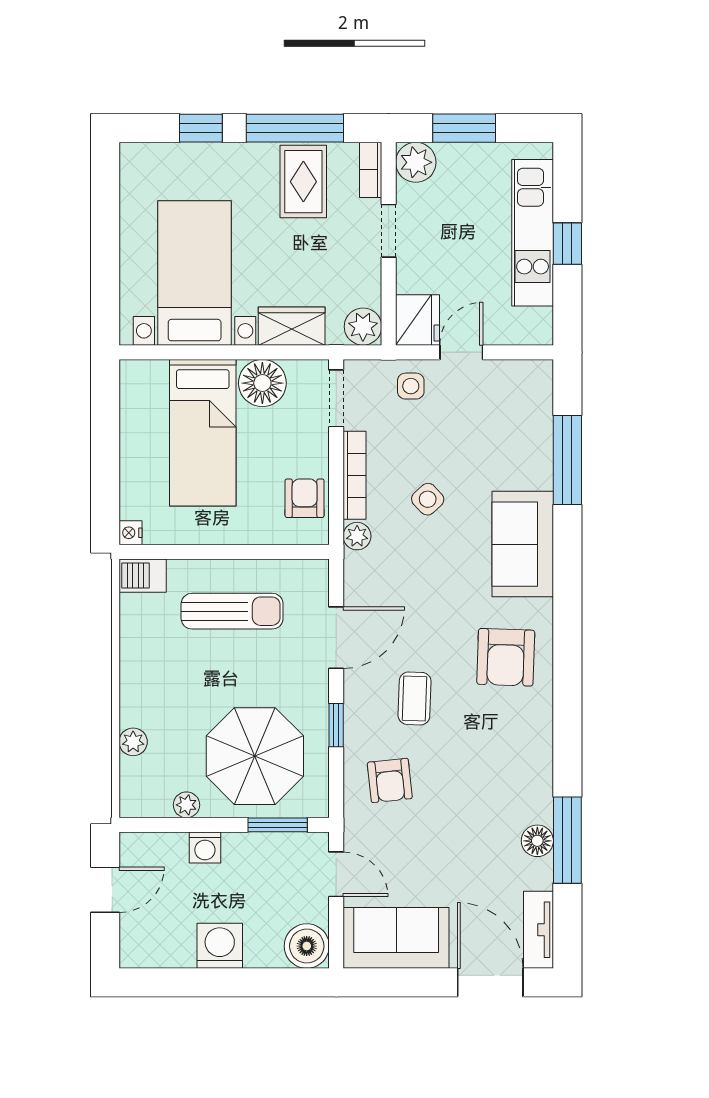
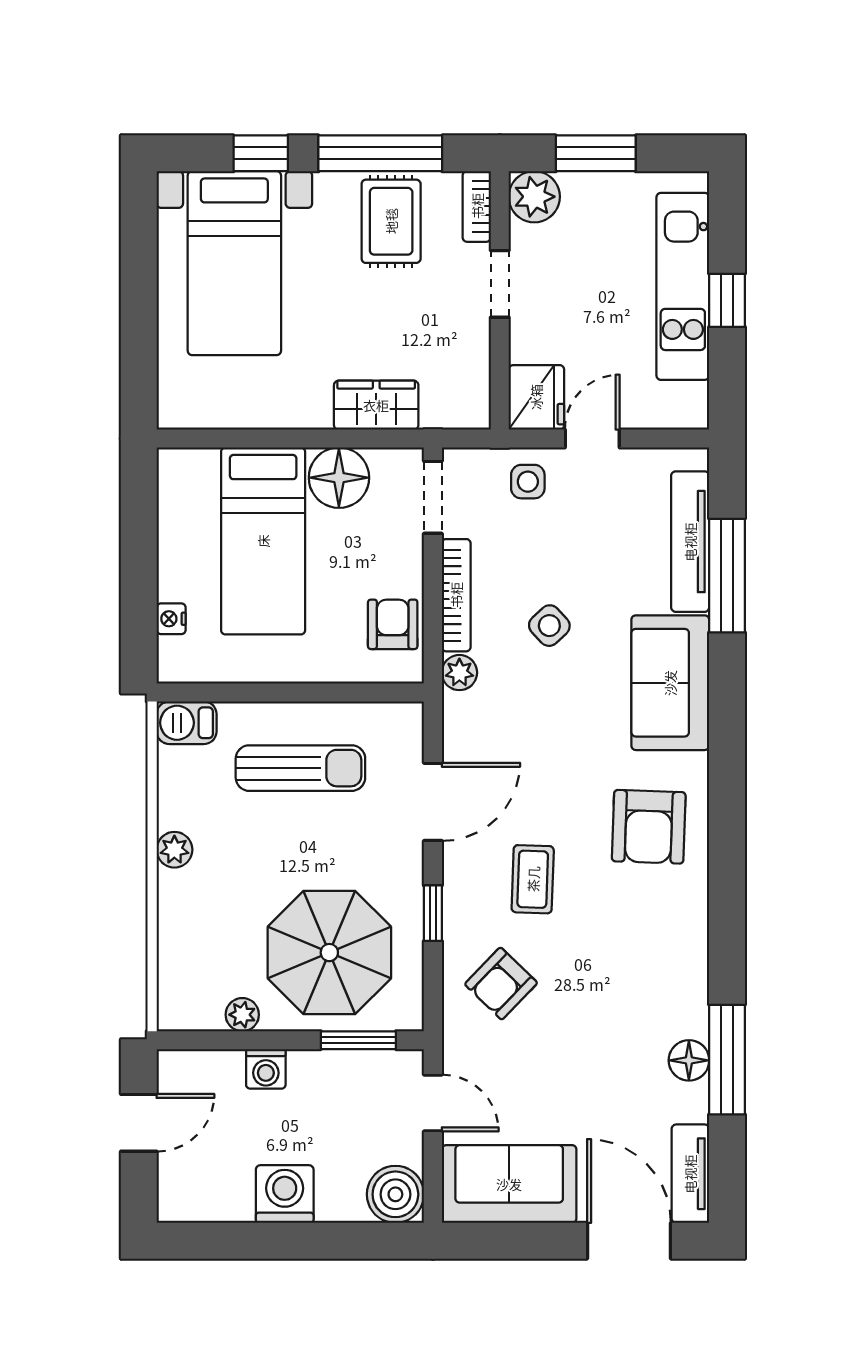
bed with nightstands: (195, 273) -> (234, 263), moved, turned 180
plant: (363, 327) -> (467, 406), removed
tv unit: (538, 433) -> (690, 542), added
nightstand: (131, 533) -> (171, 619), moved
plant: (133, 742) -> (174, 850), moved
armchair: (390, 780) -> (501, 984), turned 50

